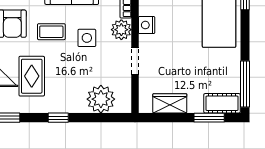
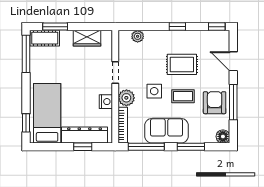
rug: (32, 76) -> (182, 64), moved, turned 90
plant: (101, 99) -> (138, 36), width x0.53, depth x0.53

